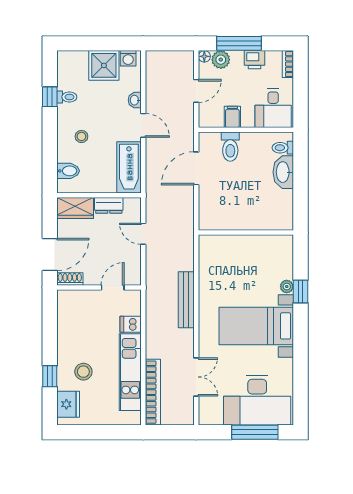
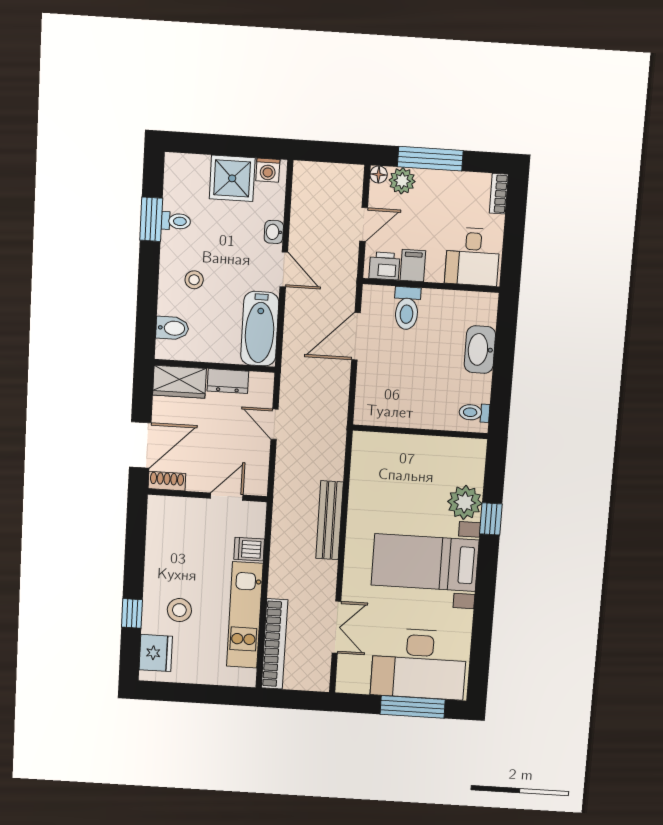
printer: (255, 60) -> (385, 266), moved, turned 180
window: (50, 97) -> (151, 219), width x1.50
toilet: (283, 148) -> (474, 413), moved
plant: (287, 287) -> (465, 502), width x1.88, depth x1.88

